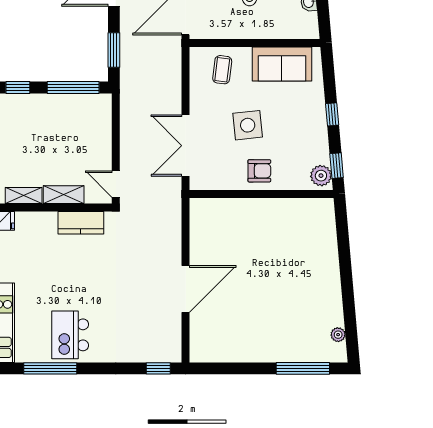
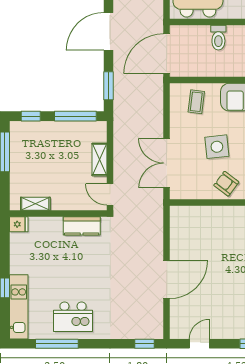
armchair: (259, 171) -> (226, 184), turned -143
shelving: (64, 195) -> (100, 159), moved, turned 90
kitchen island: (70, 335) -> (73, 317), turned -90
door: (226, 368) -> (199, 344), added

